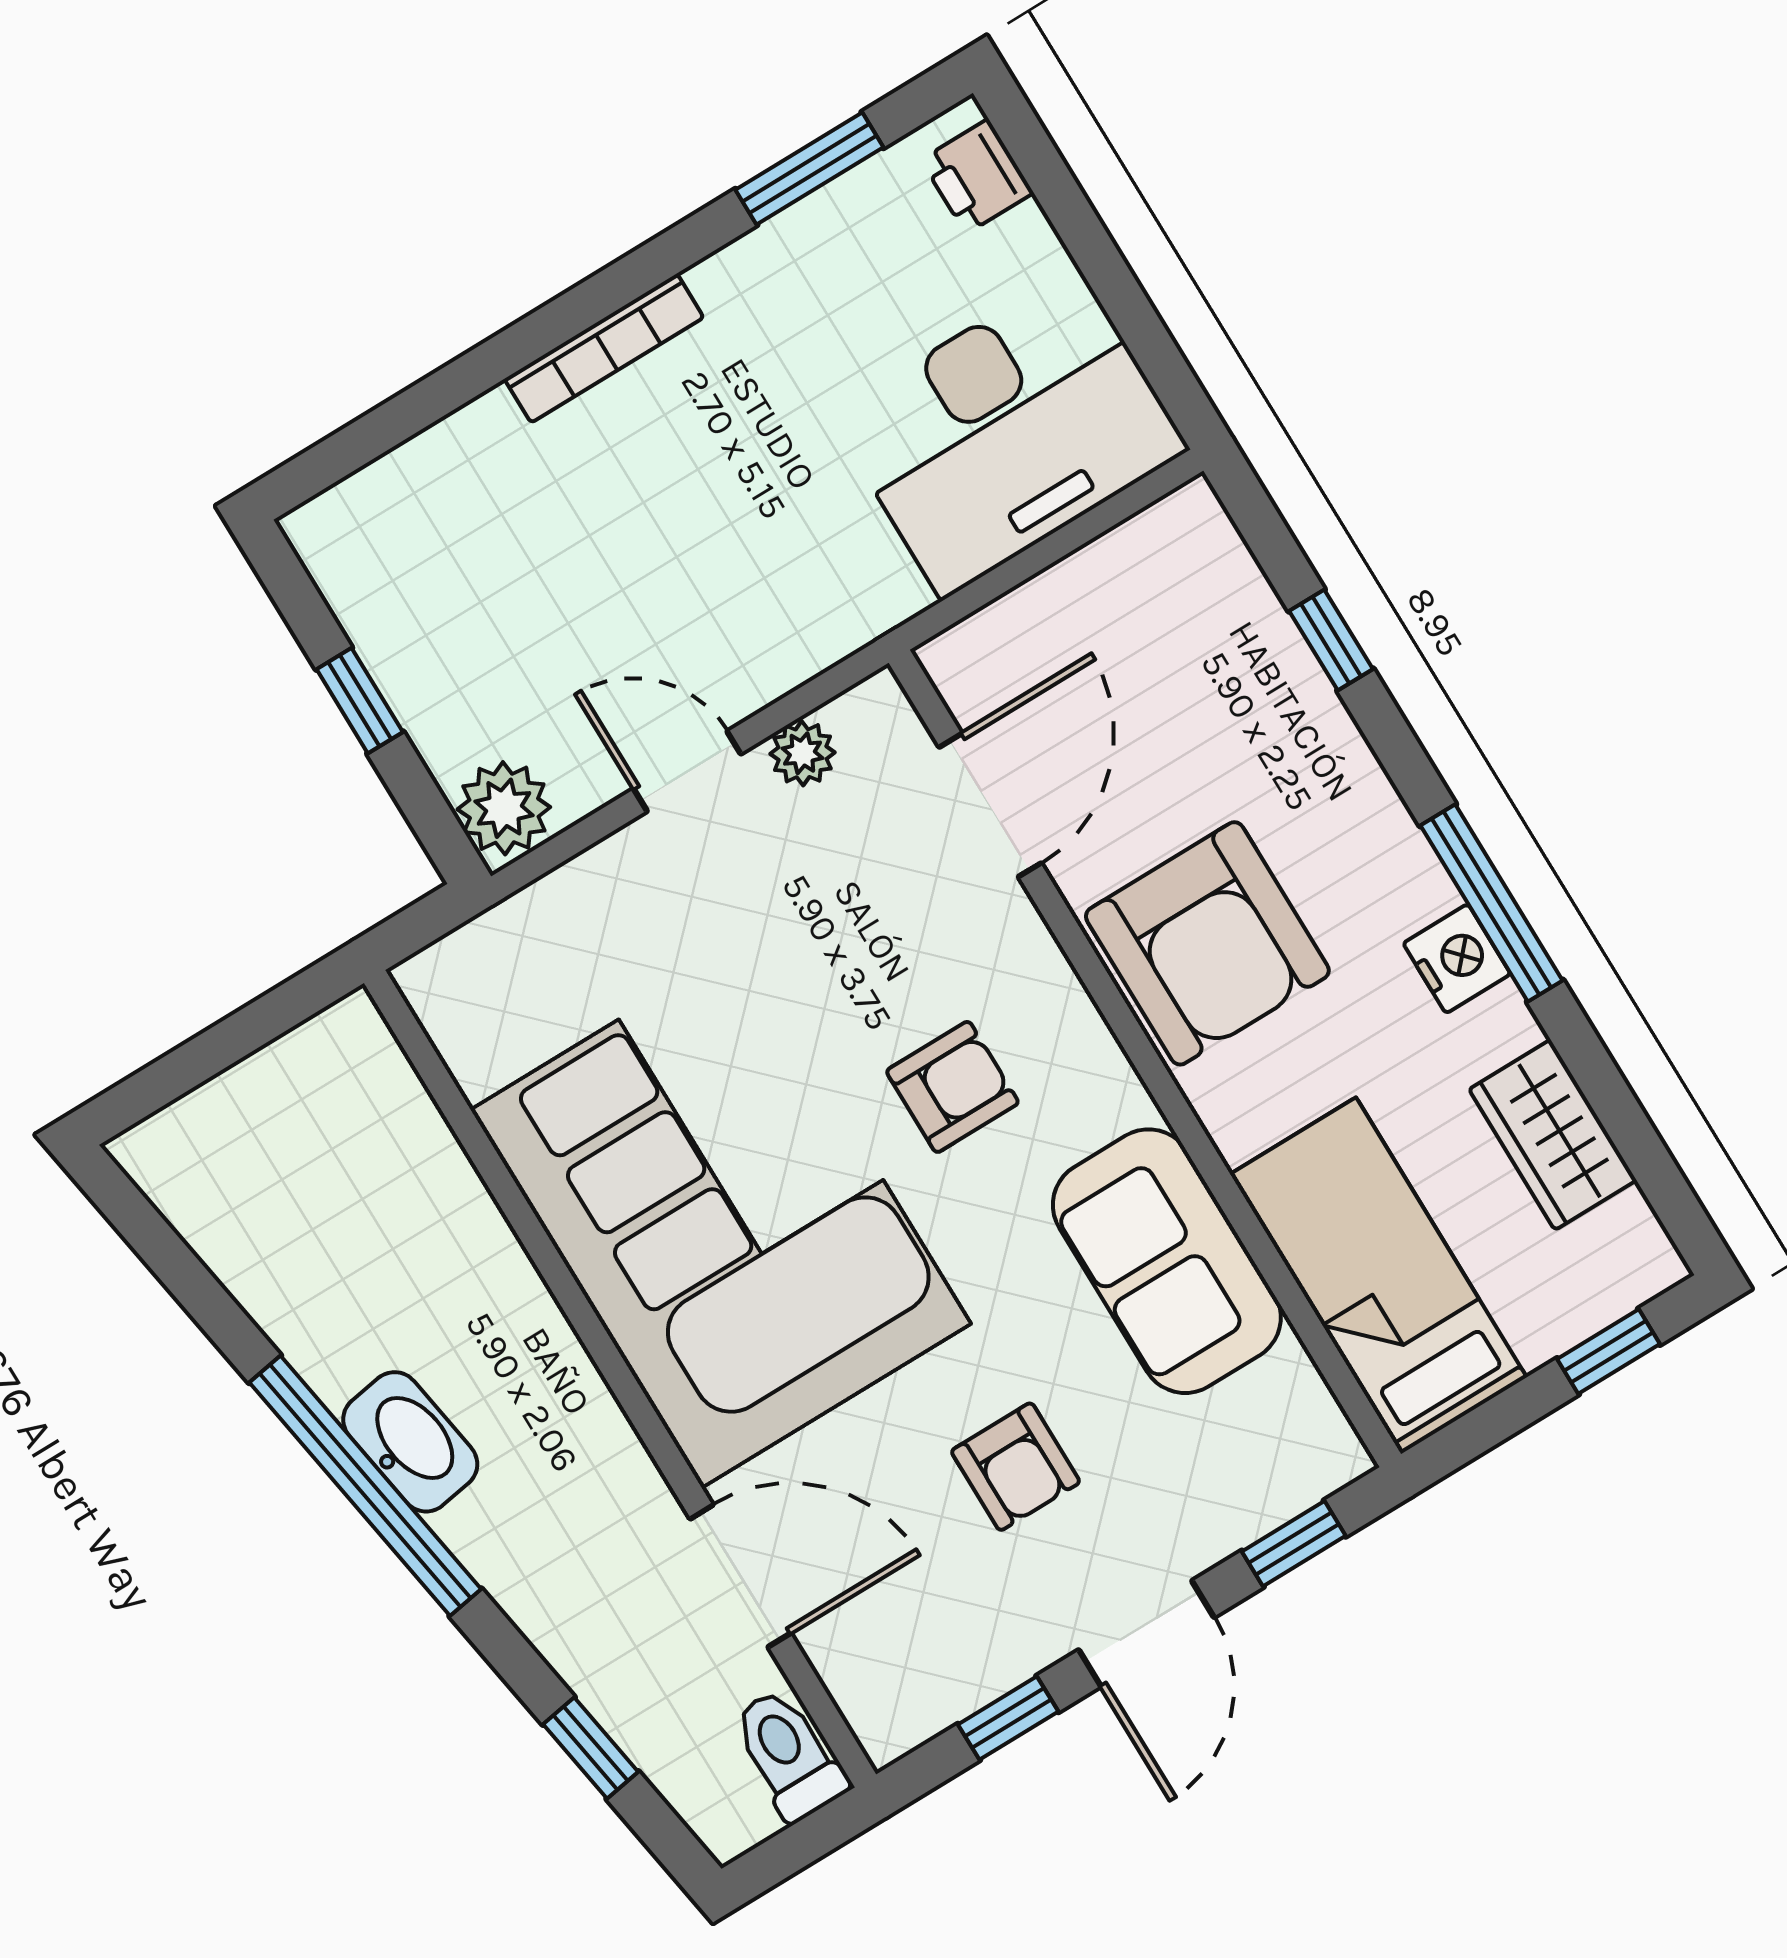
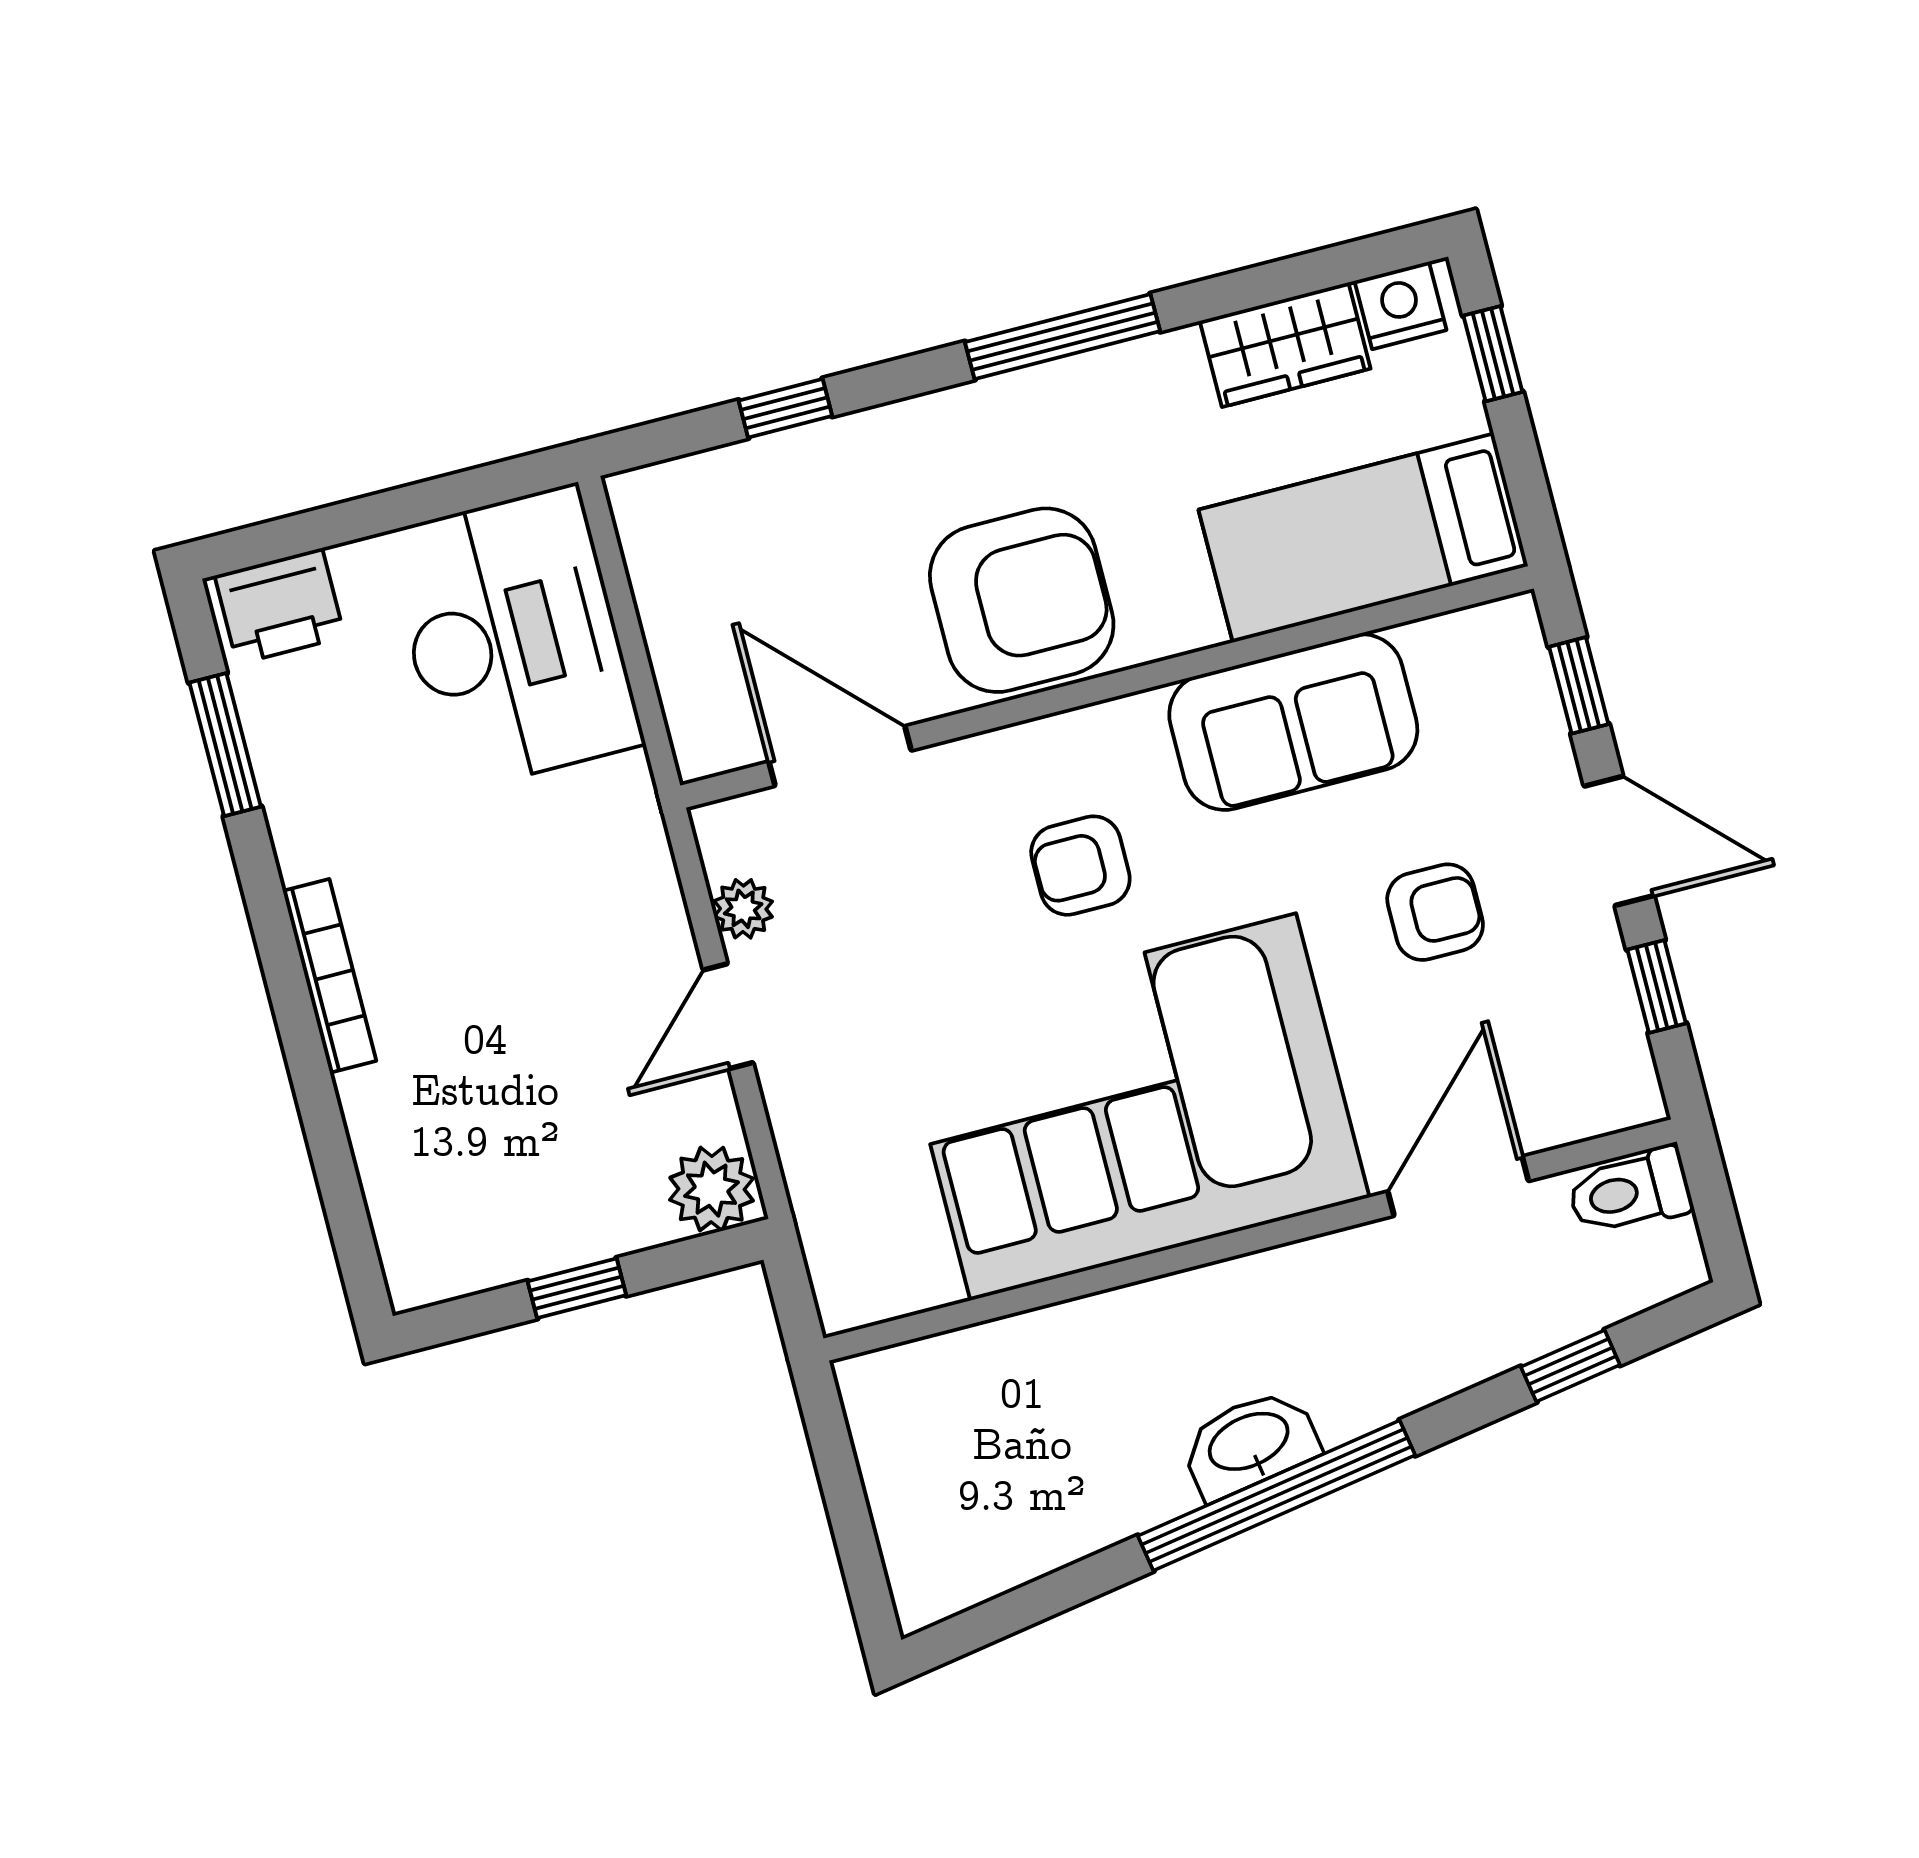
printer: (977, 176) -> (280, 606), width x1.36, depth x1.24
nightstand: (1457, 959) -> (1400, 305), moved
armchair: (952, 1087) -> (1080, 866), turned -90

